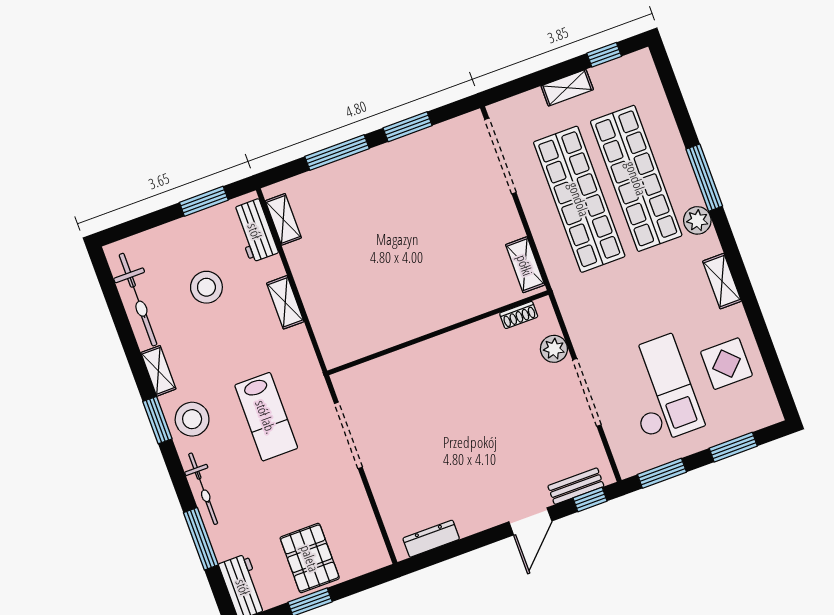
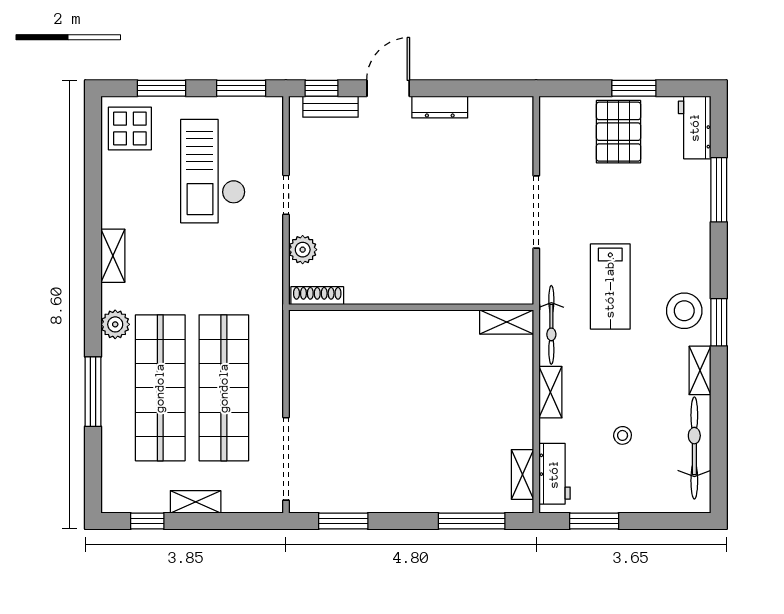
window: (408, 127) -> (343, 521), moved
window: (337, 153) -> (472, 521), moved
window: (704, 178) -> (93, 392), moved
shelving: (525, 265) -> (507, 322), moved, turned 90
stool: (206, 287) -> (623, 435), width x0.53, depth x0.53
shoe rack: (519, 315) -> (317, 296), width x1.43
display table: (726, 364) -> (130, 129), moved
doorway: (587, 392) -> (286, 195), width x0.53
lab bench: (266, 417) -> (610, 286), turned 180
doorway: (348, 435) -> (536, 212), moved
bicycle: (203, 489) -> (551, 325), moved, turned 180
dresser: (431, 539) -> (440, 107), moved

